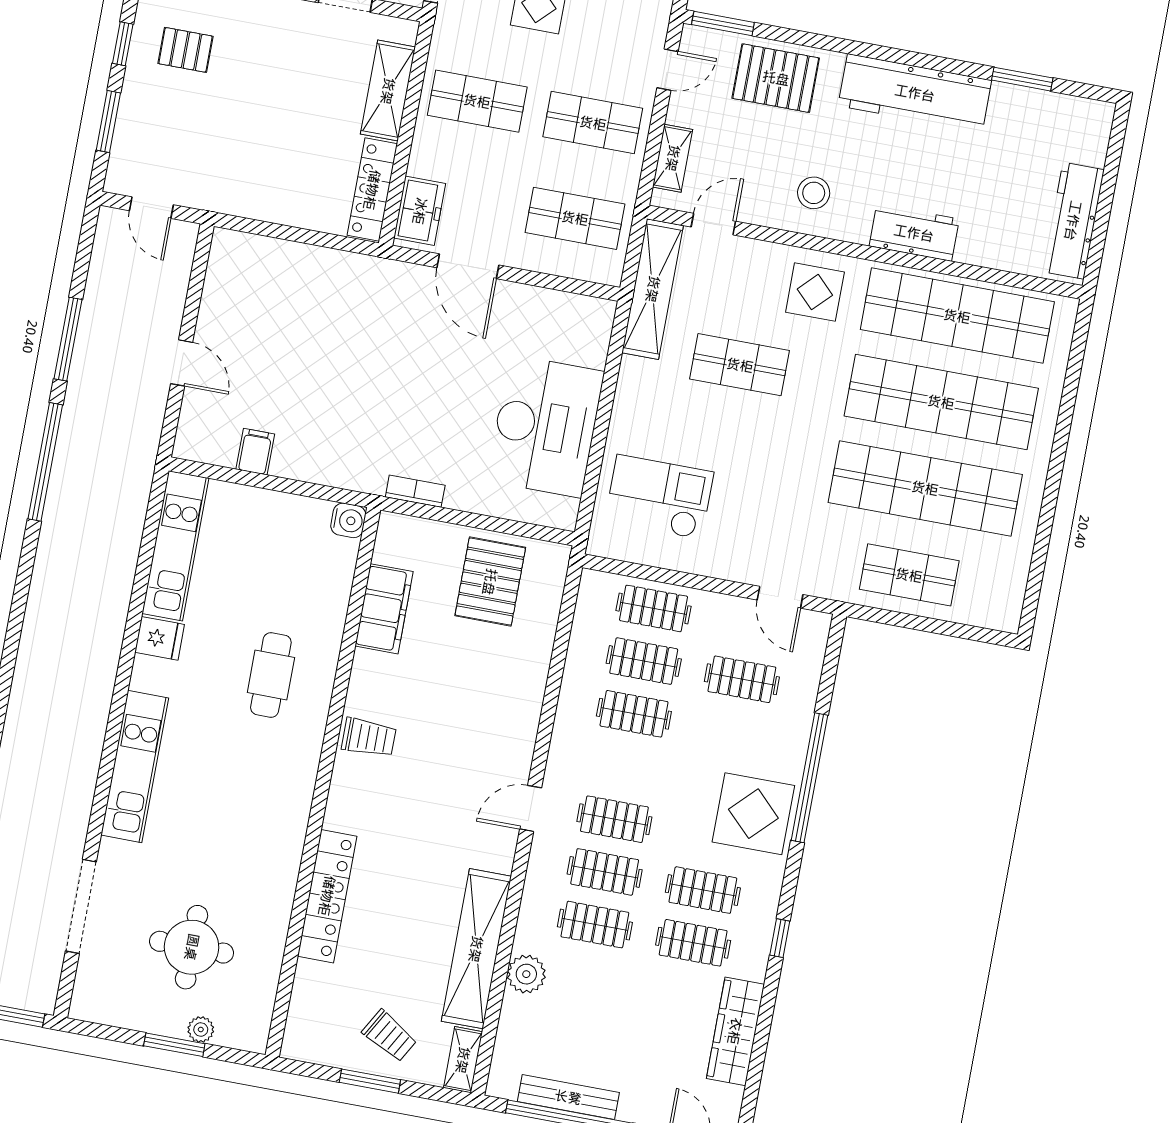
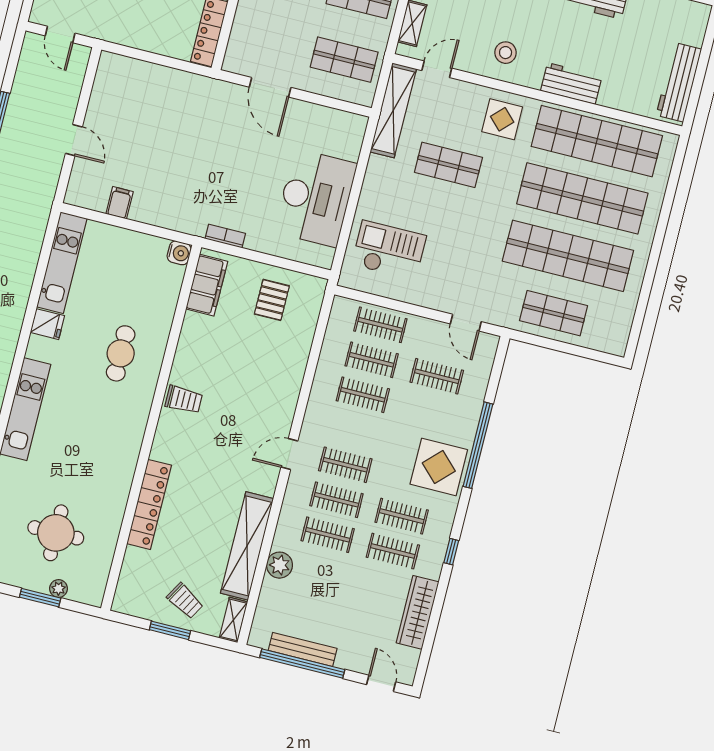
freezer: (420, 211) -> (240, 48), removed
pallet: (490, 582) -> (272, 300), width x0.67, depth x0.71
filing cabinet: (384, 609) -> (207, 285), moved

